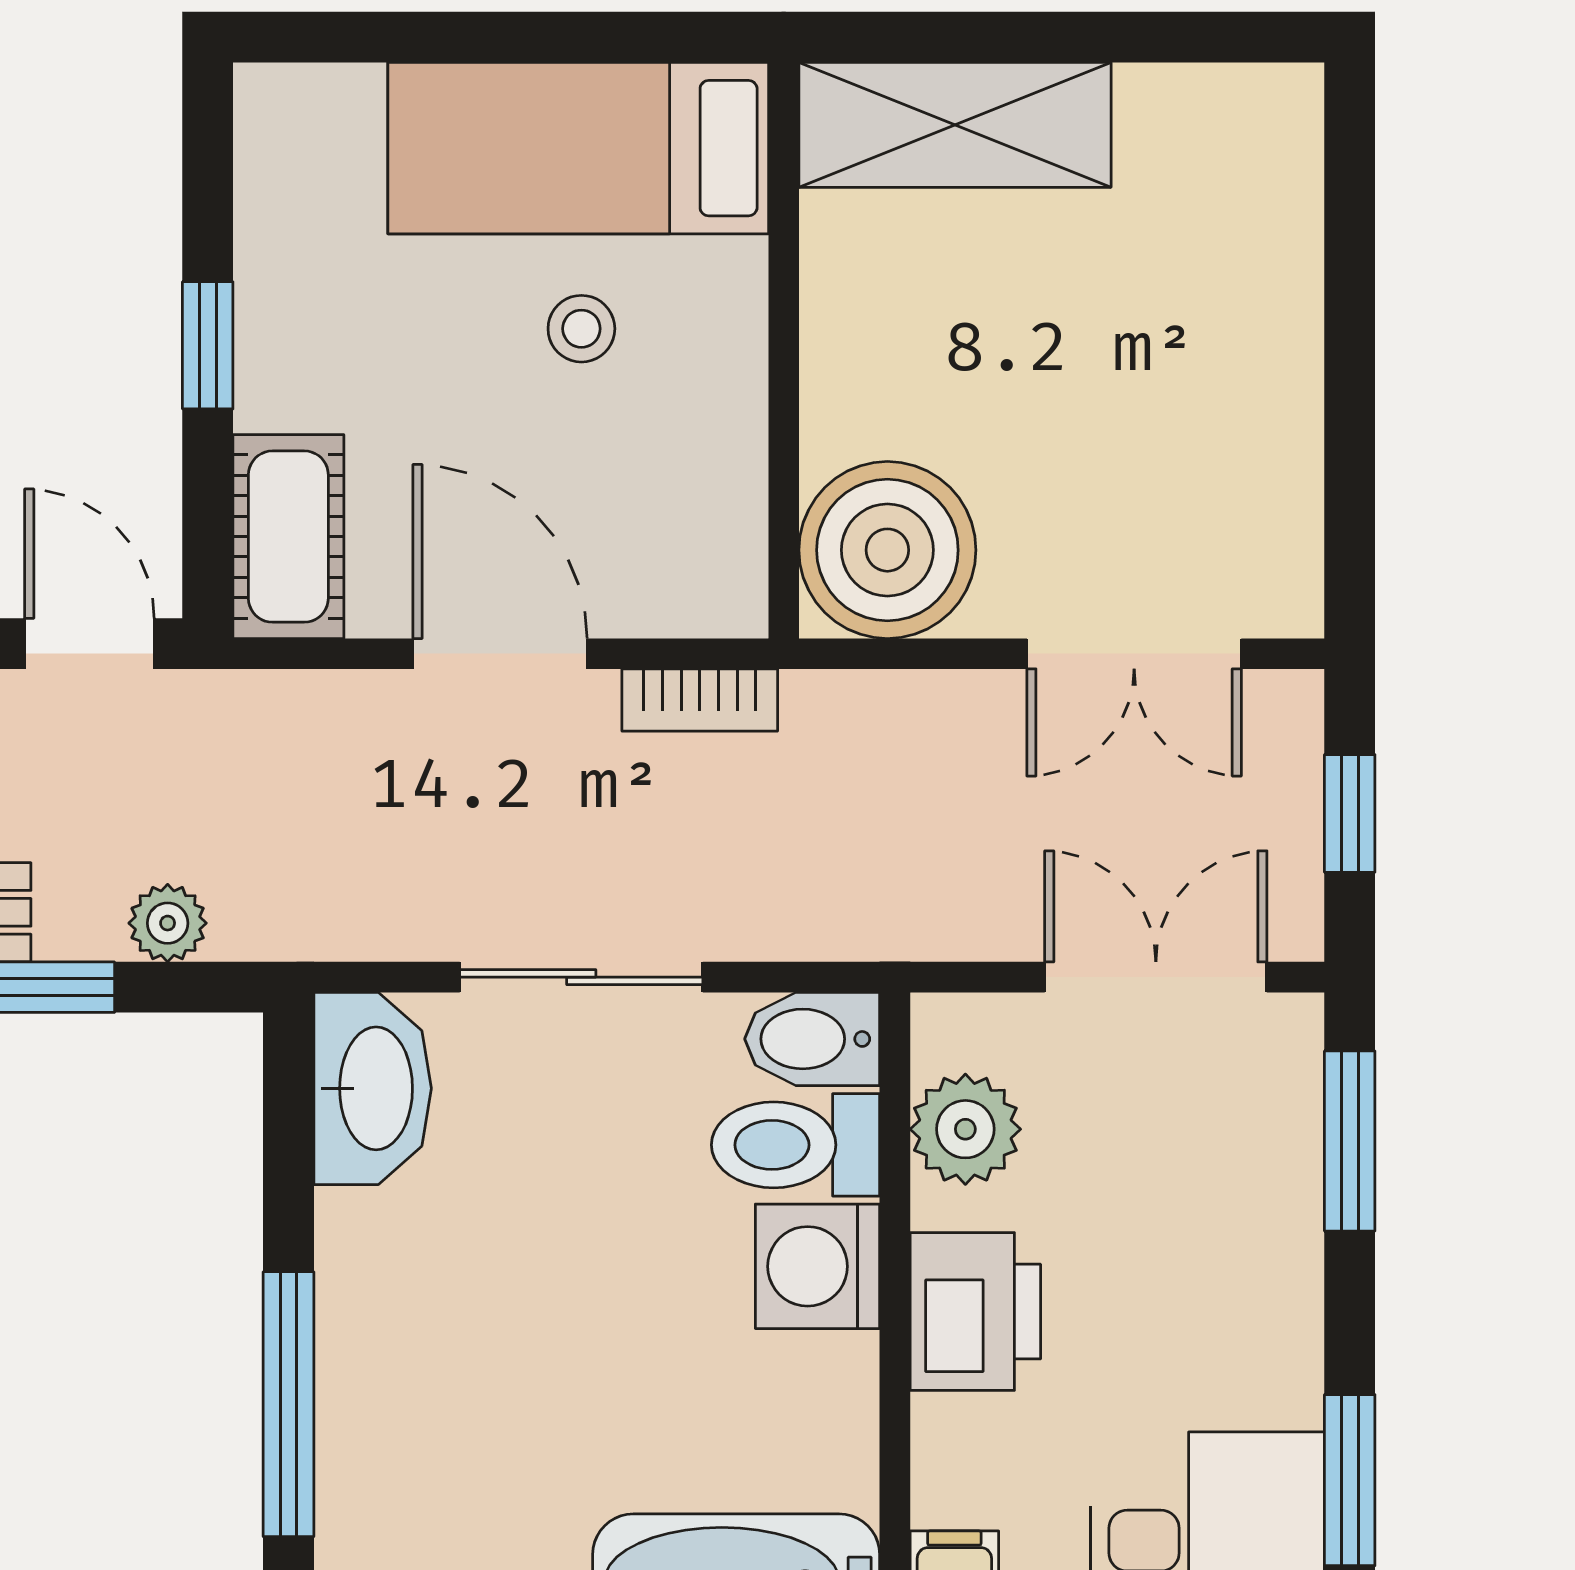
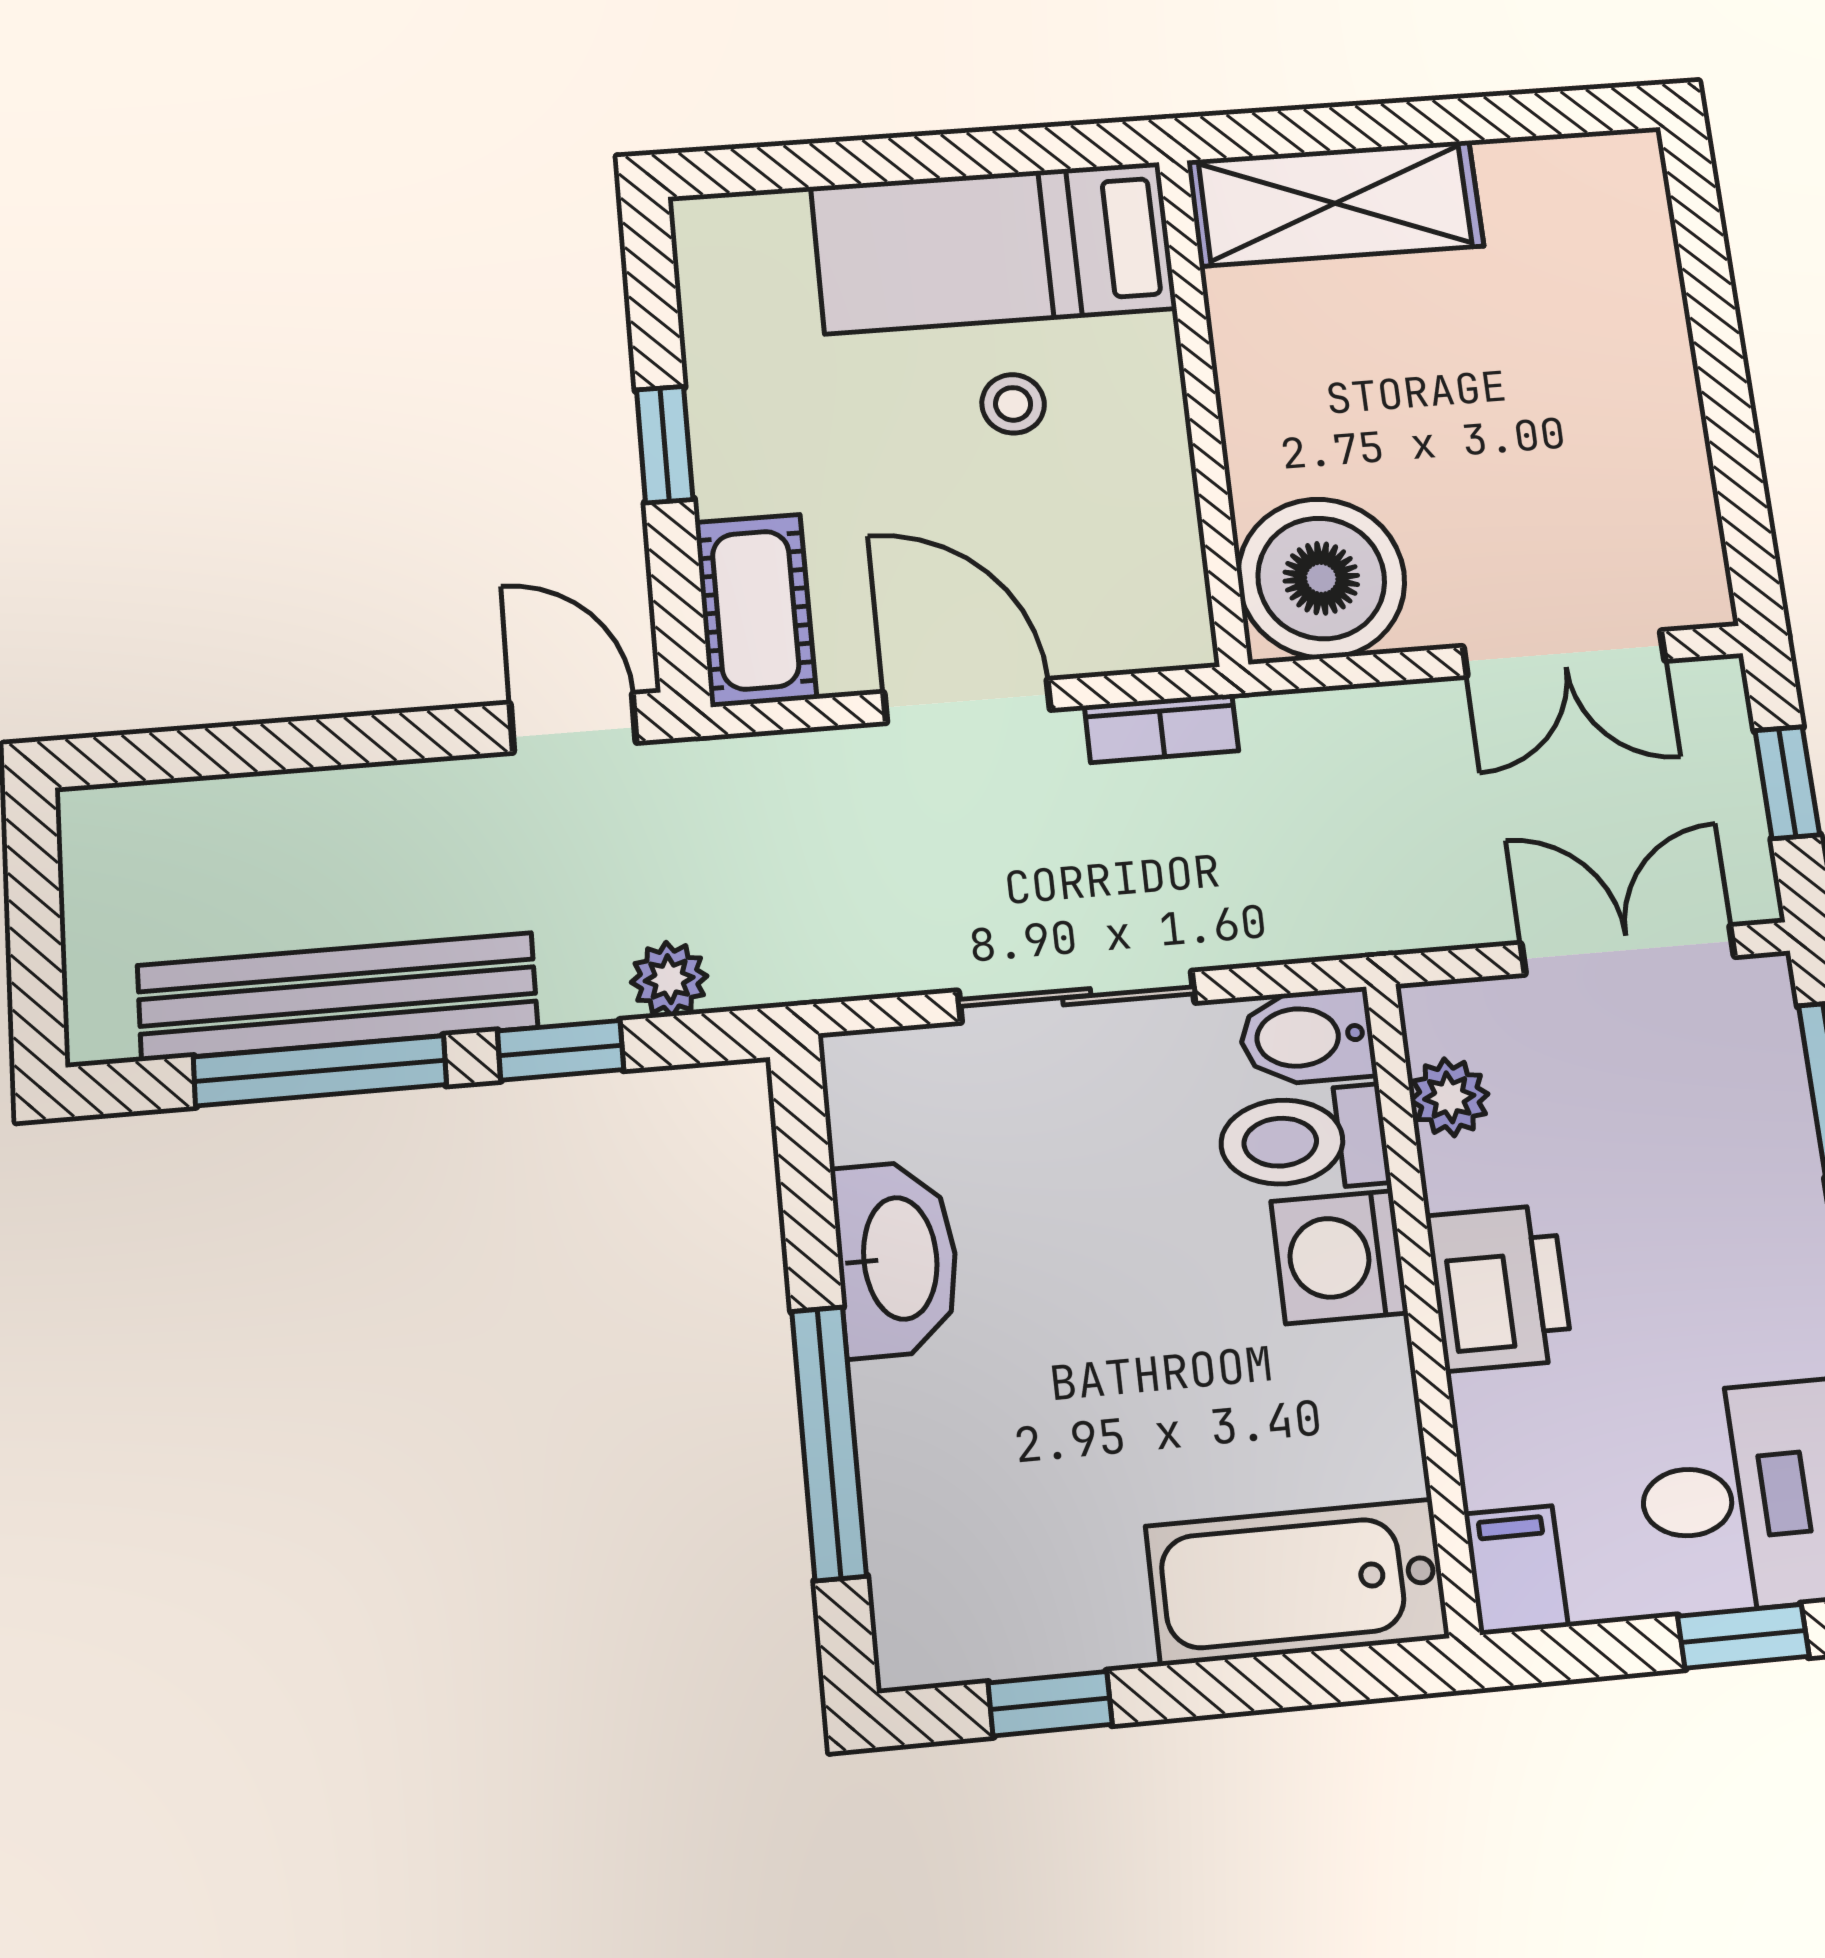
washbasin: (373, 1088) -> (897, 1259), moved
plant: (965, 1129) -> (1449, 1097), width x0.73, depth x0.73

